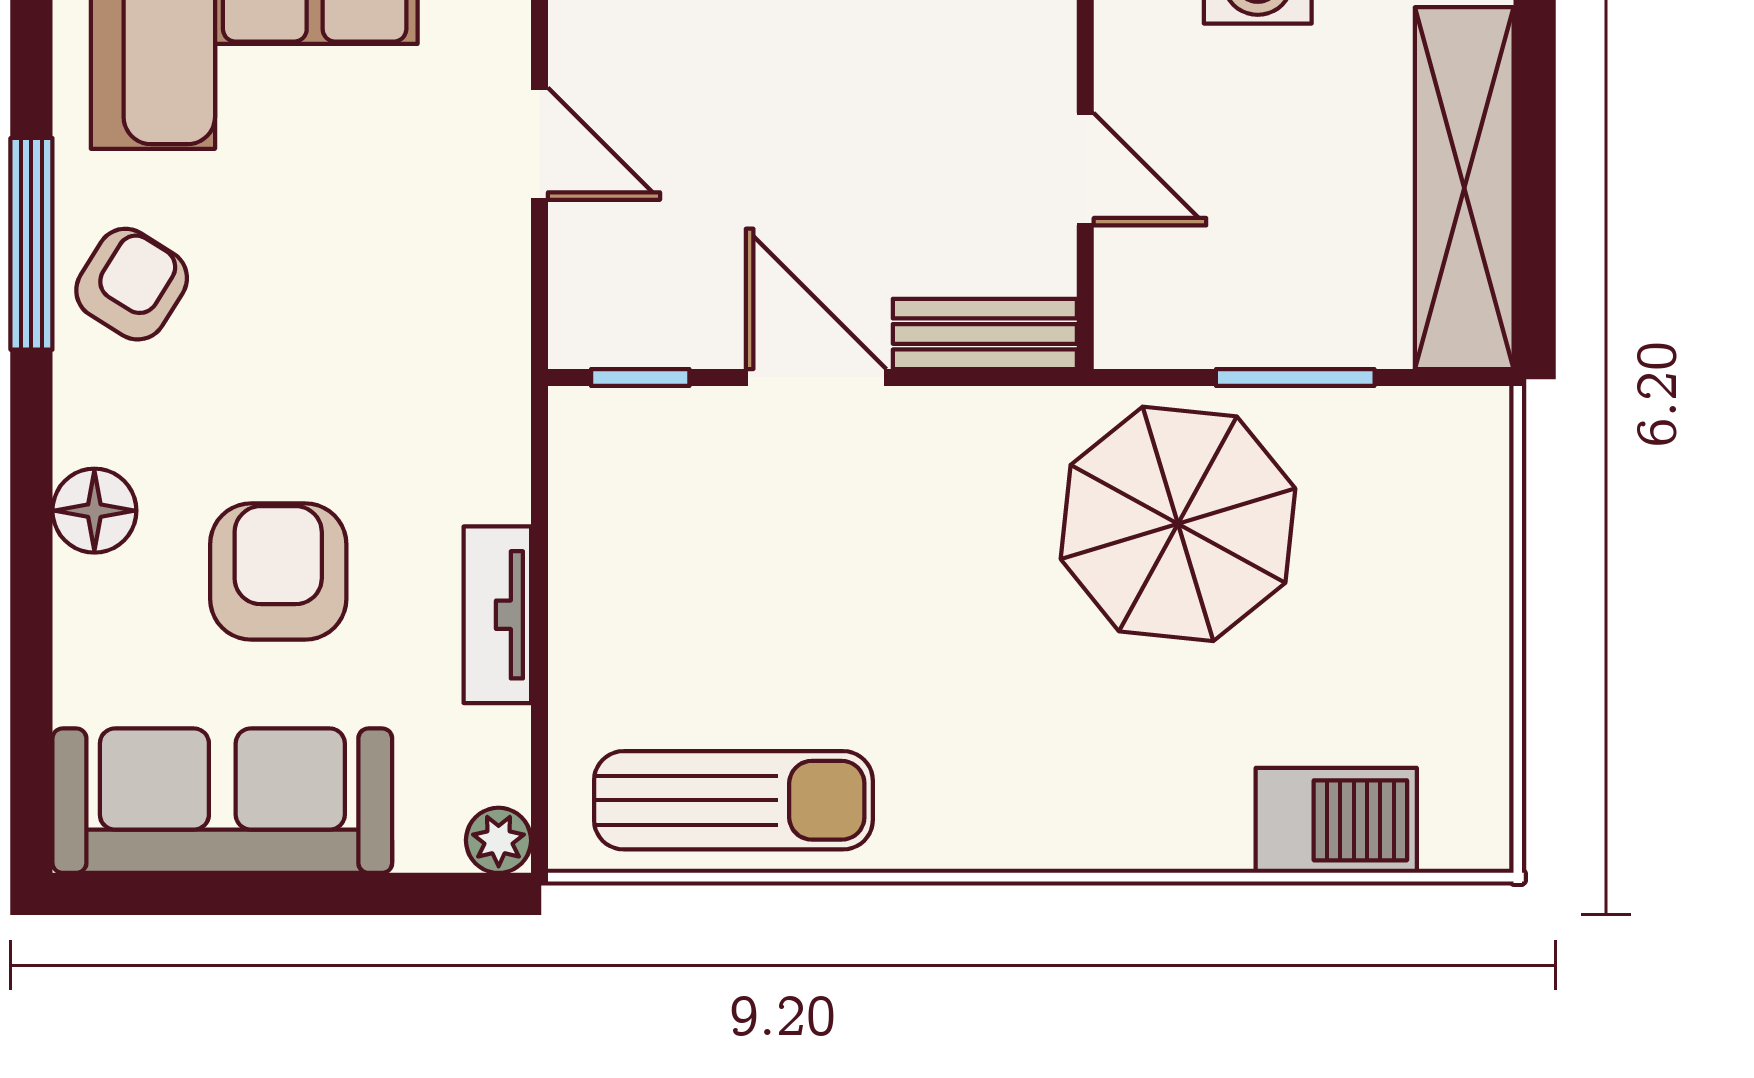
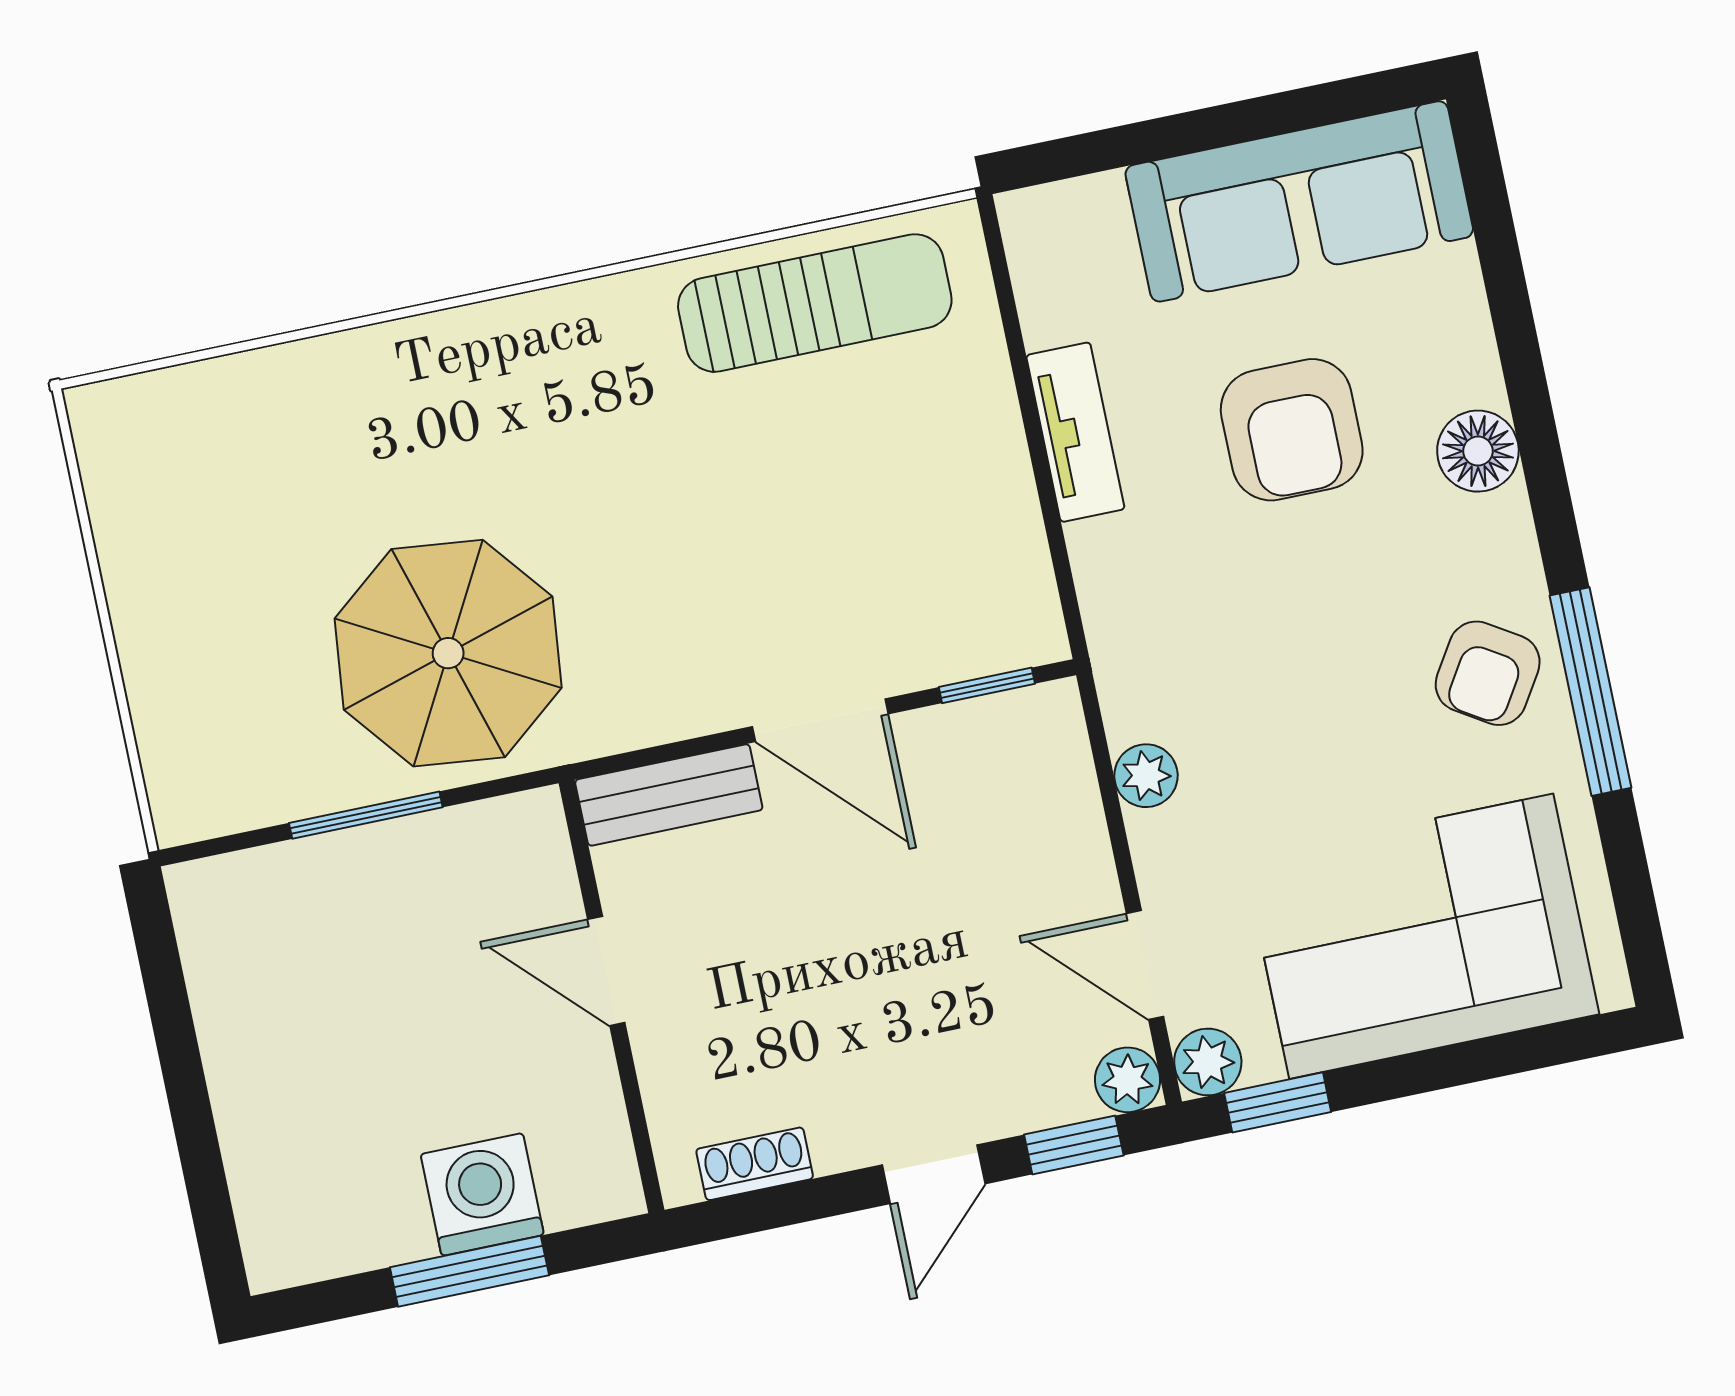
door: (539, 144) -> (1145, 965), moved
shelving: (1464, 188) -> (243, 1028), removed
sun lounger: (733, 800) -> (815, 303), turned 180
barbecue: (1336, 820) -> (239, 403), removed
plant: (499, 840) -> (1146, 776), moved

